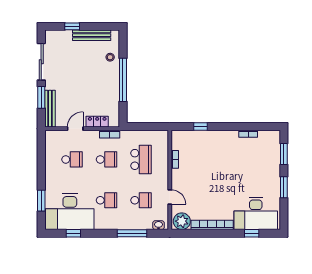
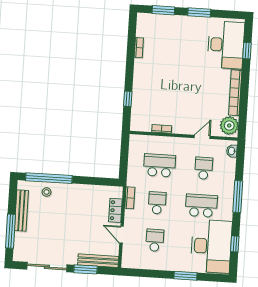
window: (72, 26) -> (10, 231), width x2.17
window: (123, 80) -> (49, 178), moved
school desk: (107, 200) -> (201, 206), width x1.85
window: (41, 201) -> (185, 276), moved
window: (132, 233) -> (238, 196), moved

